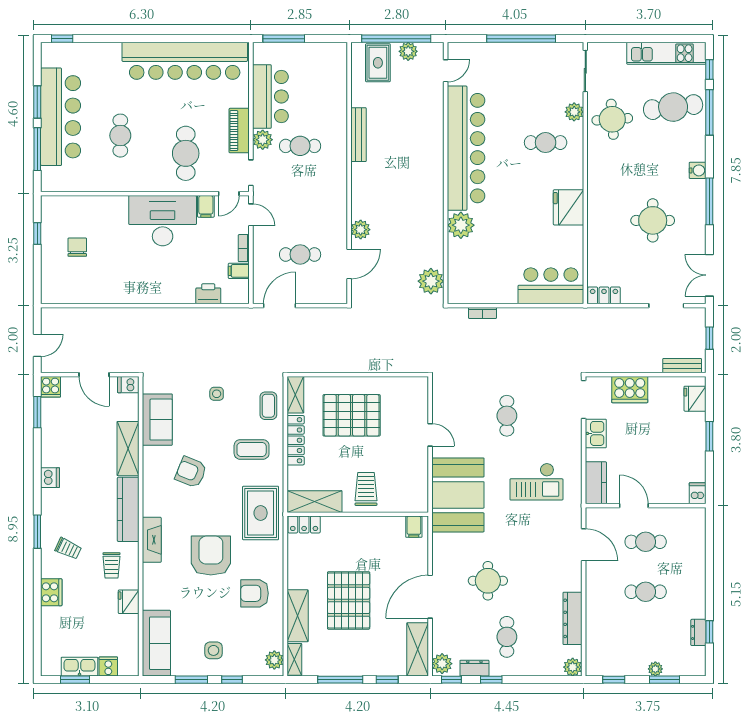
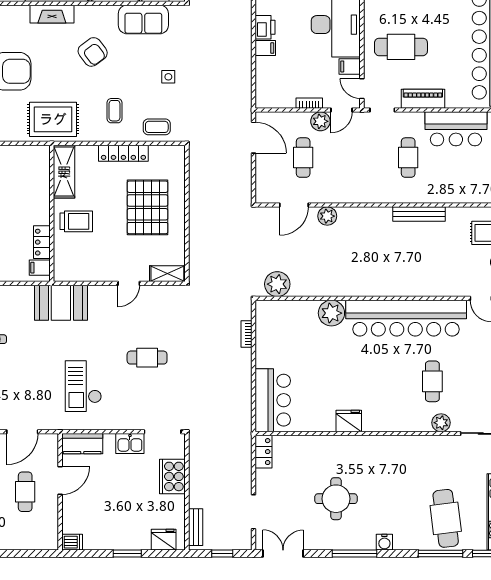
round table: (612, 119) -> (434, 460), removed
plant: (263, 140) -> (320, 121), moved
cafe table: (546, 143) -> (432, 381), moved
fridge: (568, 207) -> (349, 421), width x0.73, depth x0.75
door: (349, 264) -> (294, 205), hinge flipped
filing cabinet: (239, 271) -> (265, 48), moved, turned 90
printer: (208, 294) -> (265, 27), moved
shelving: (295, 395) -> (167, 274), moved
coffee table: (252, 449) -> (114, 111), width x0.73, depth x0.77
armchair: (191, 472) -> (93, 52), turned 121
booth: (458, 495) -> (61, 303), width x0.73, depth x0.70
locker: (304, 525) -> (42, 242), moved
fireplace: (152, 540) -> (52, 14), moved

